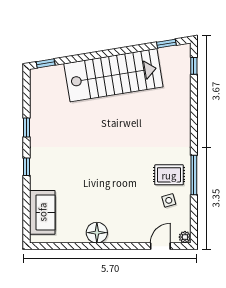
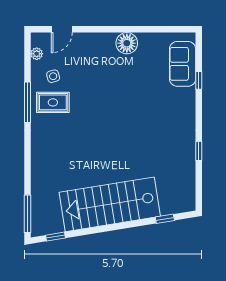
window: (46, 63) -> (165, 219), moved
window: (194, 66) -> (27, 214), width x2.17
window: (27, 167) -> (199, 80), moved
plant: (185, 237) -> (37, 54), moved

